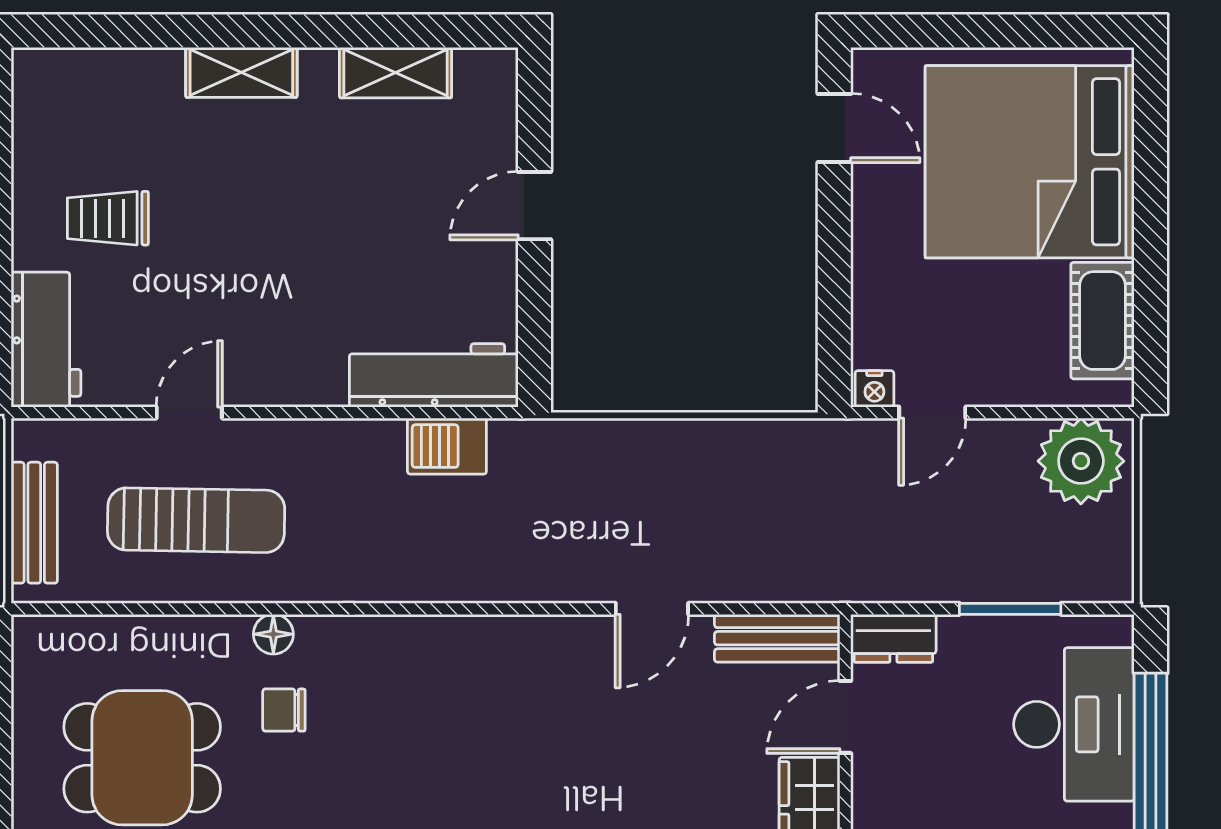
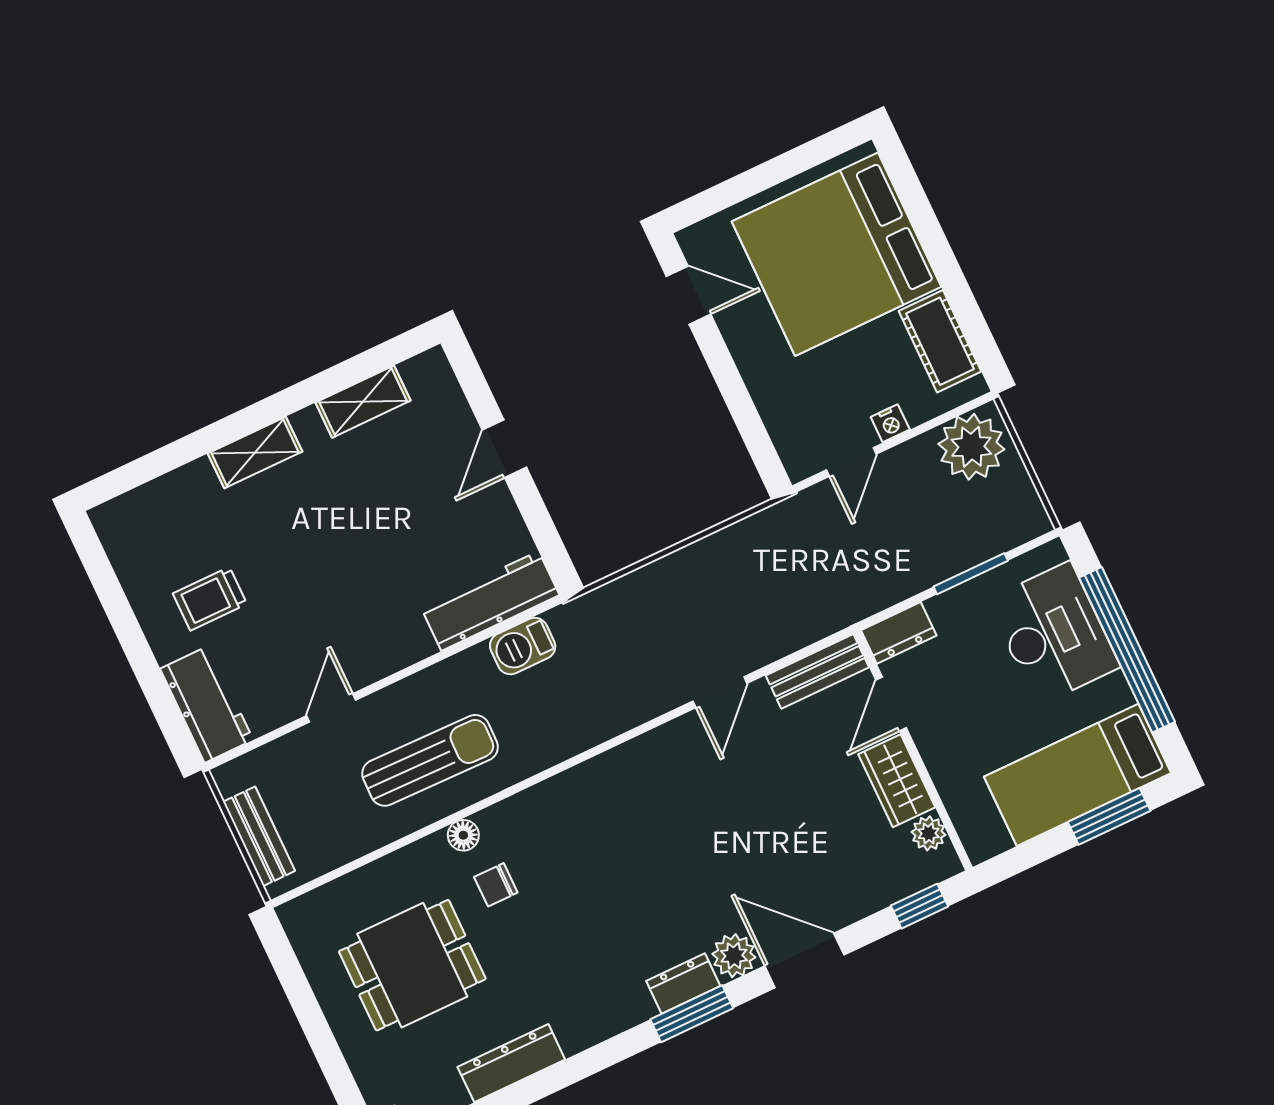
nightstand: (874, 389) -> (890, 423), moved
sun lounger: (196, 520) -> (430, 760), moved

